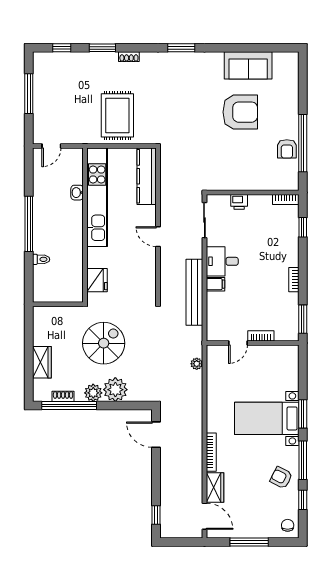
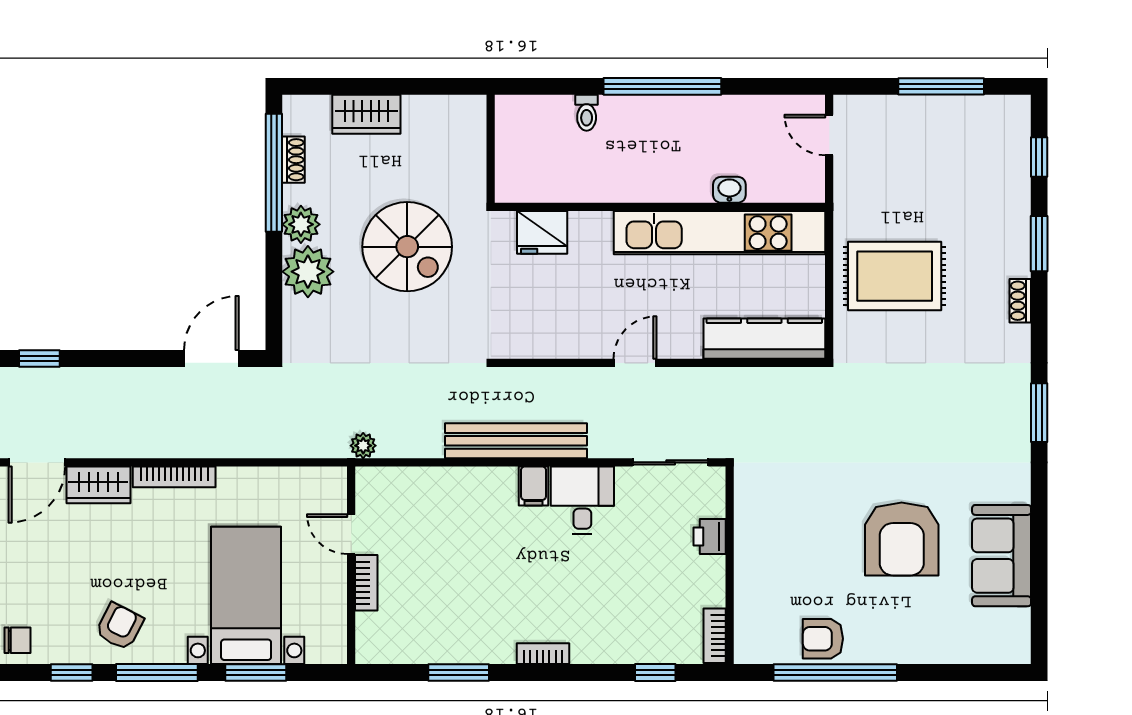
bookcase: (261, 336) -> (366, 583), moved
door: (238, 343) -> (351, 534), moved
wall: (253, 343) -> (351, 565), moved

